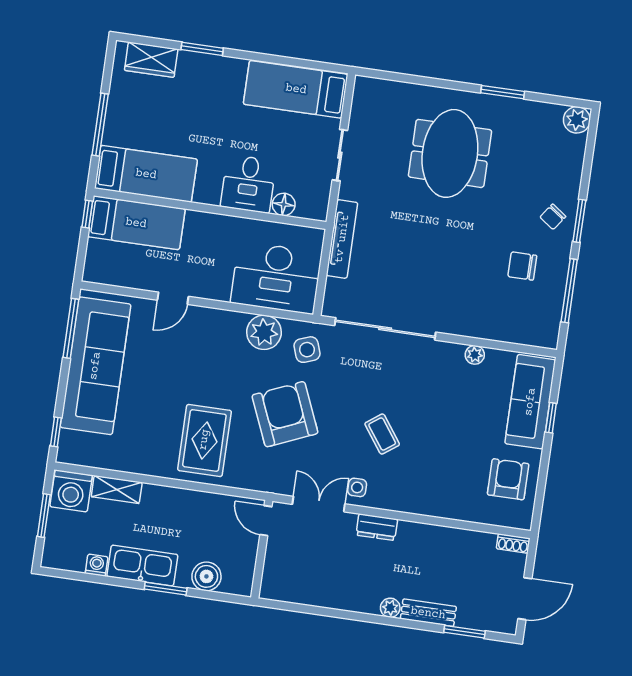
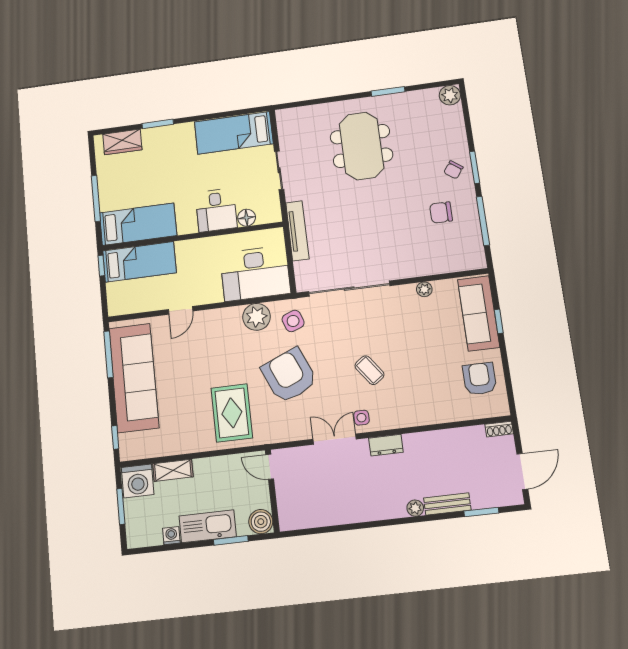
door: (266, 521) -> (270, 467), moved
wall: (262, 549) -> (272, 491), moved

